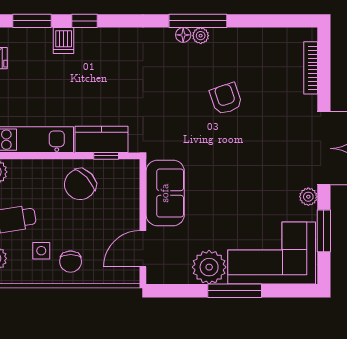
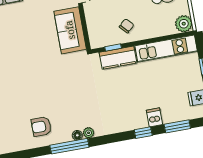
plant: (201, 36) -> (89, 133), moved
armchair: (226, 99) -> (41, 127), moved, turned 109
chair: (80, 184) -> (127, 26), width x0.54, depth x0.54

